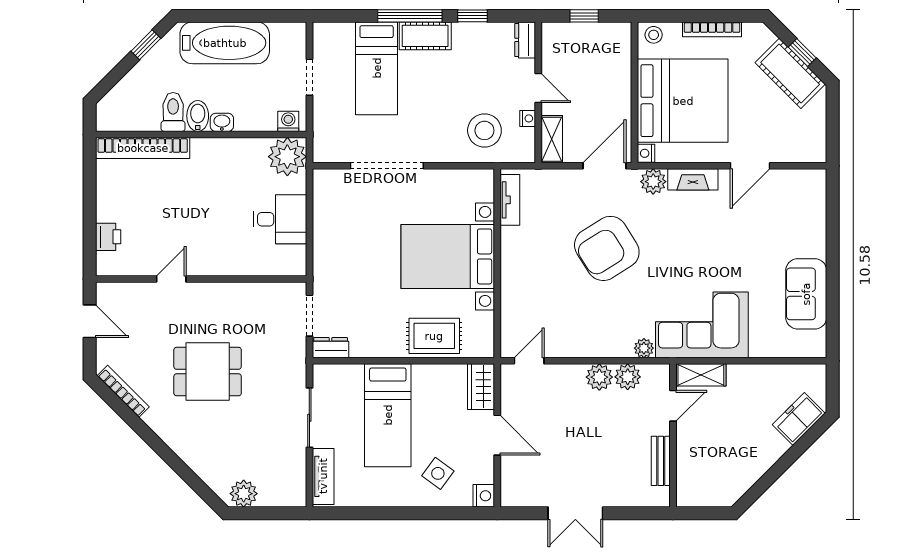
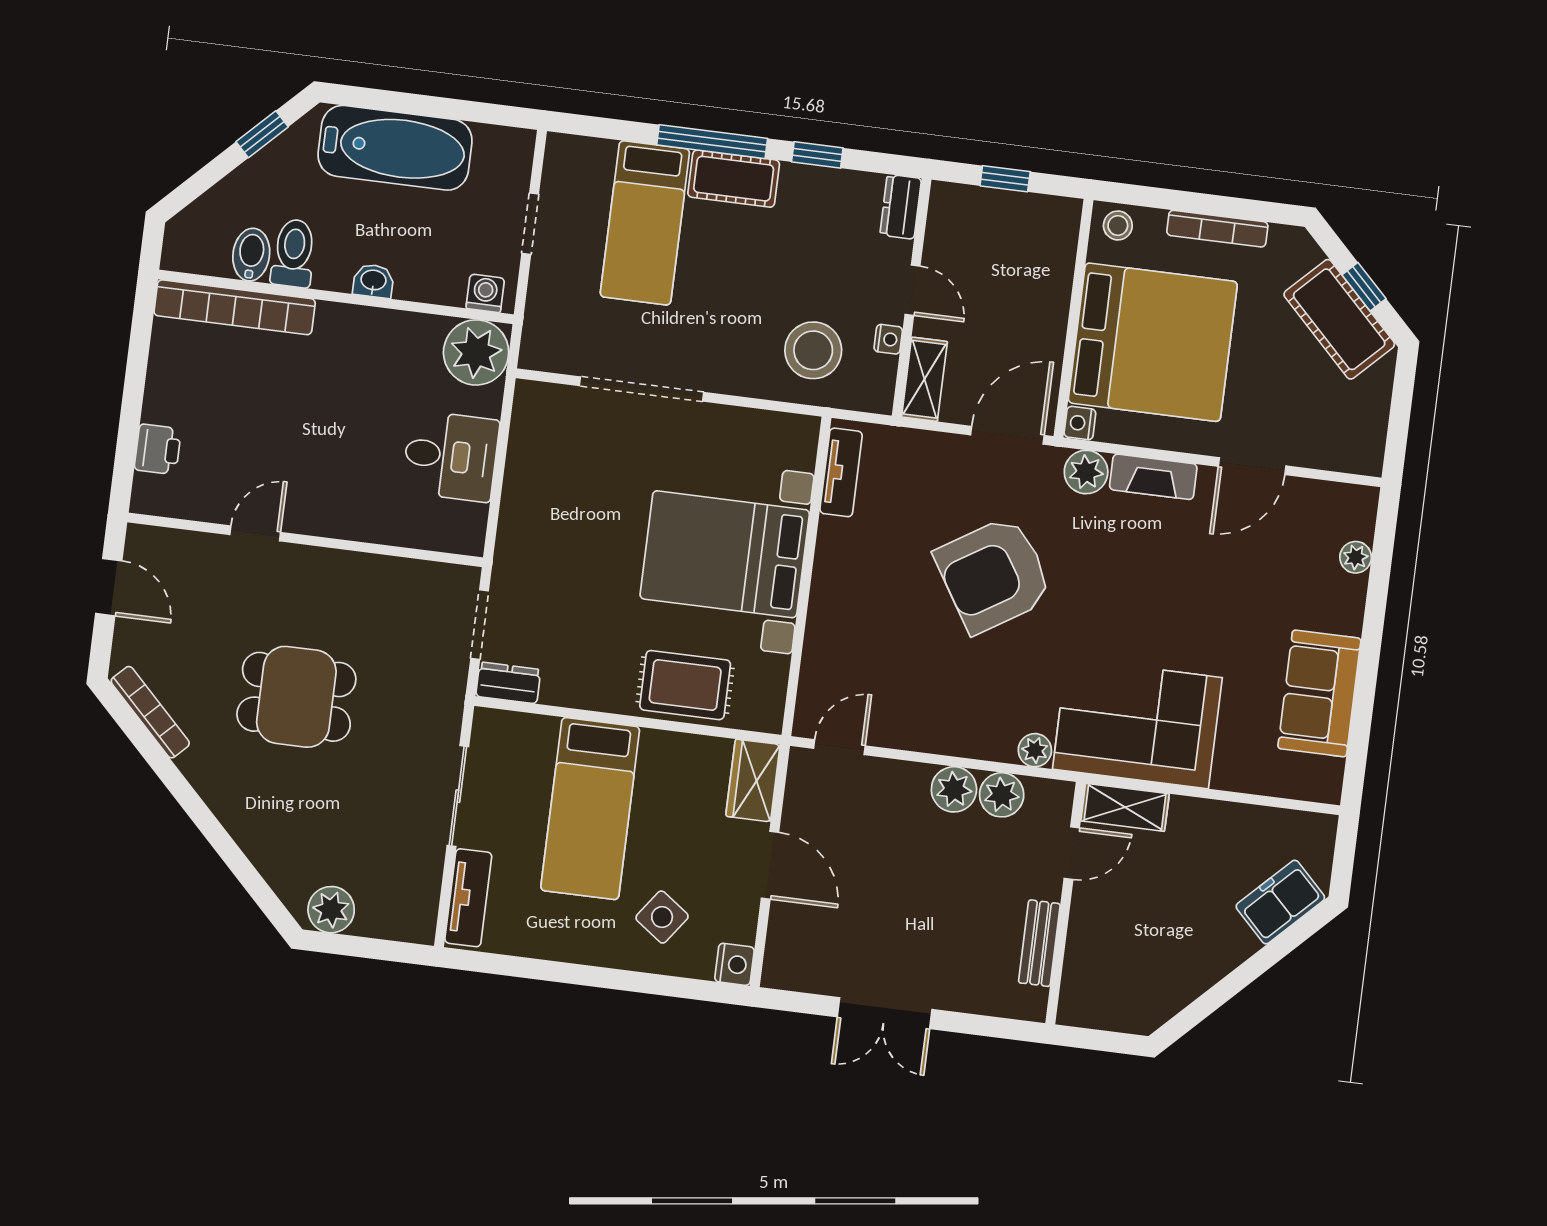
bidet: (198, 116) -> (251, 255), moved
plant: (817, 211) -> (1356, 557), added

